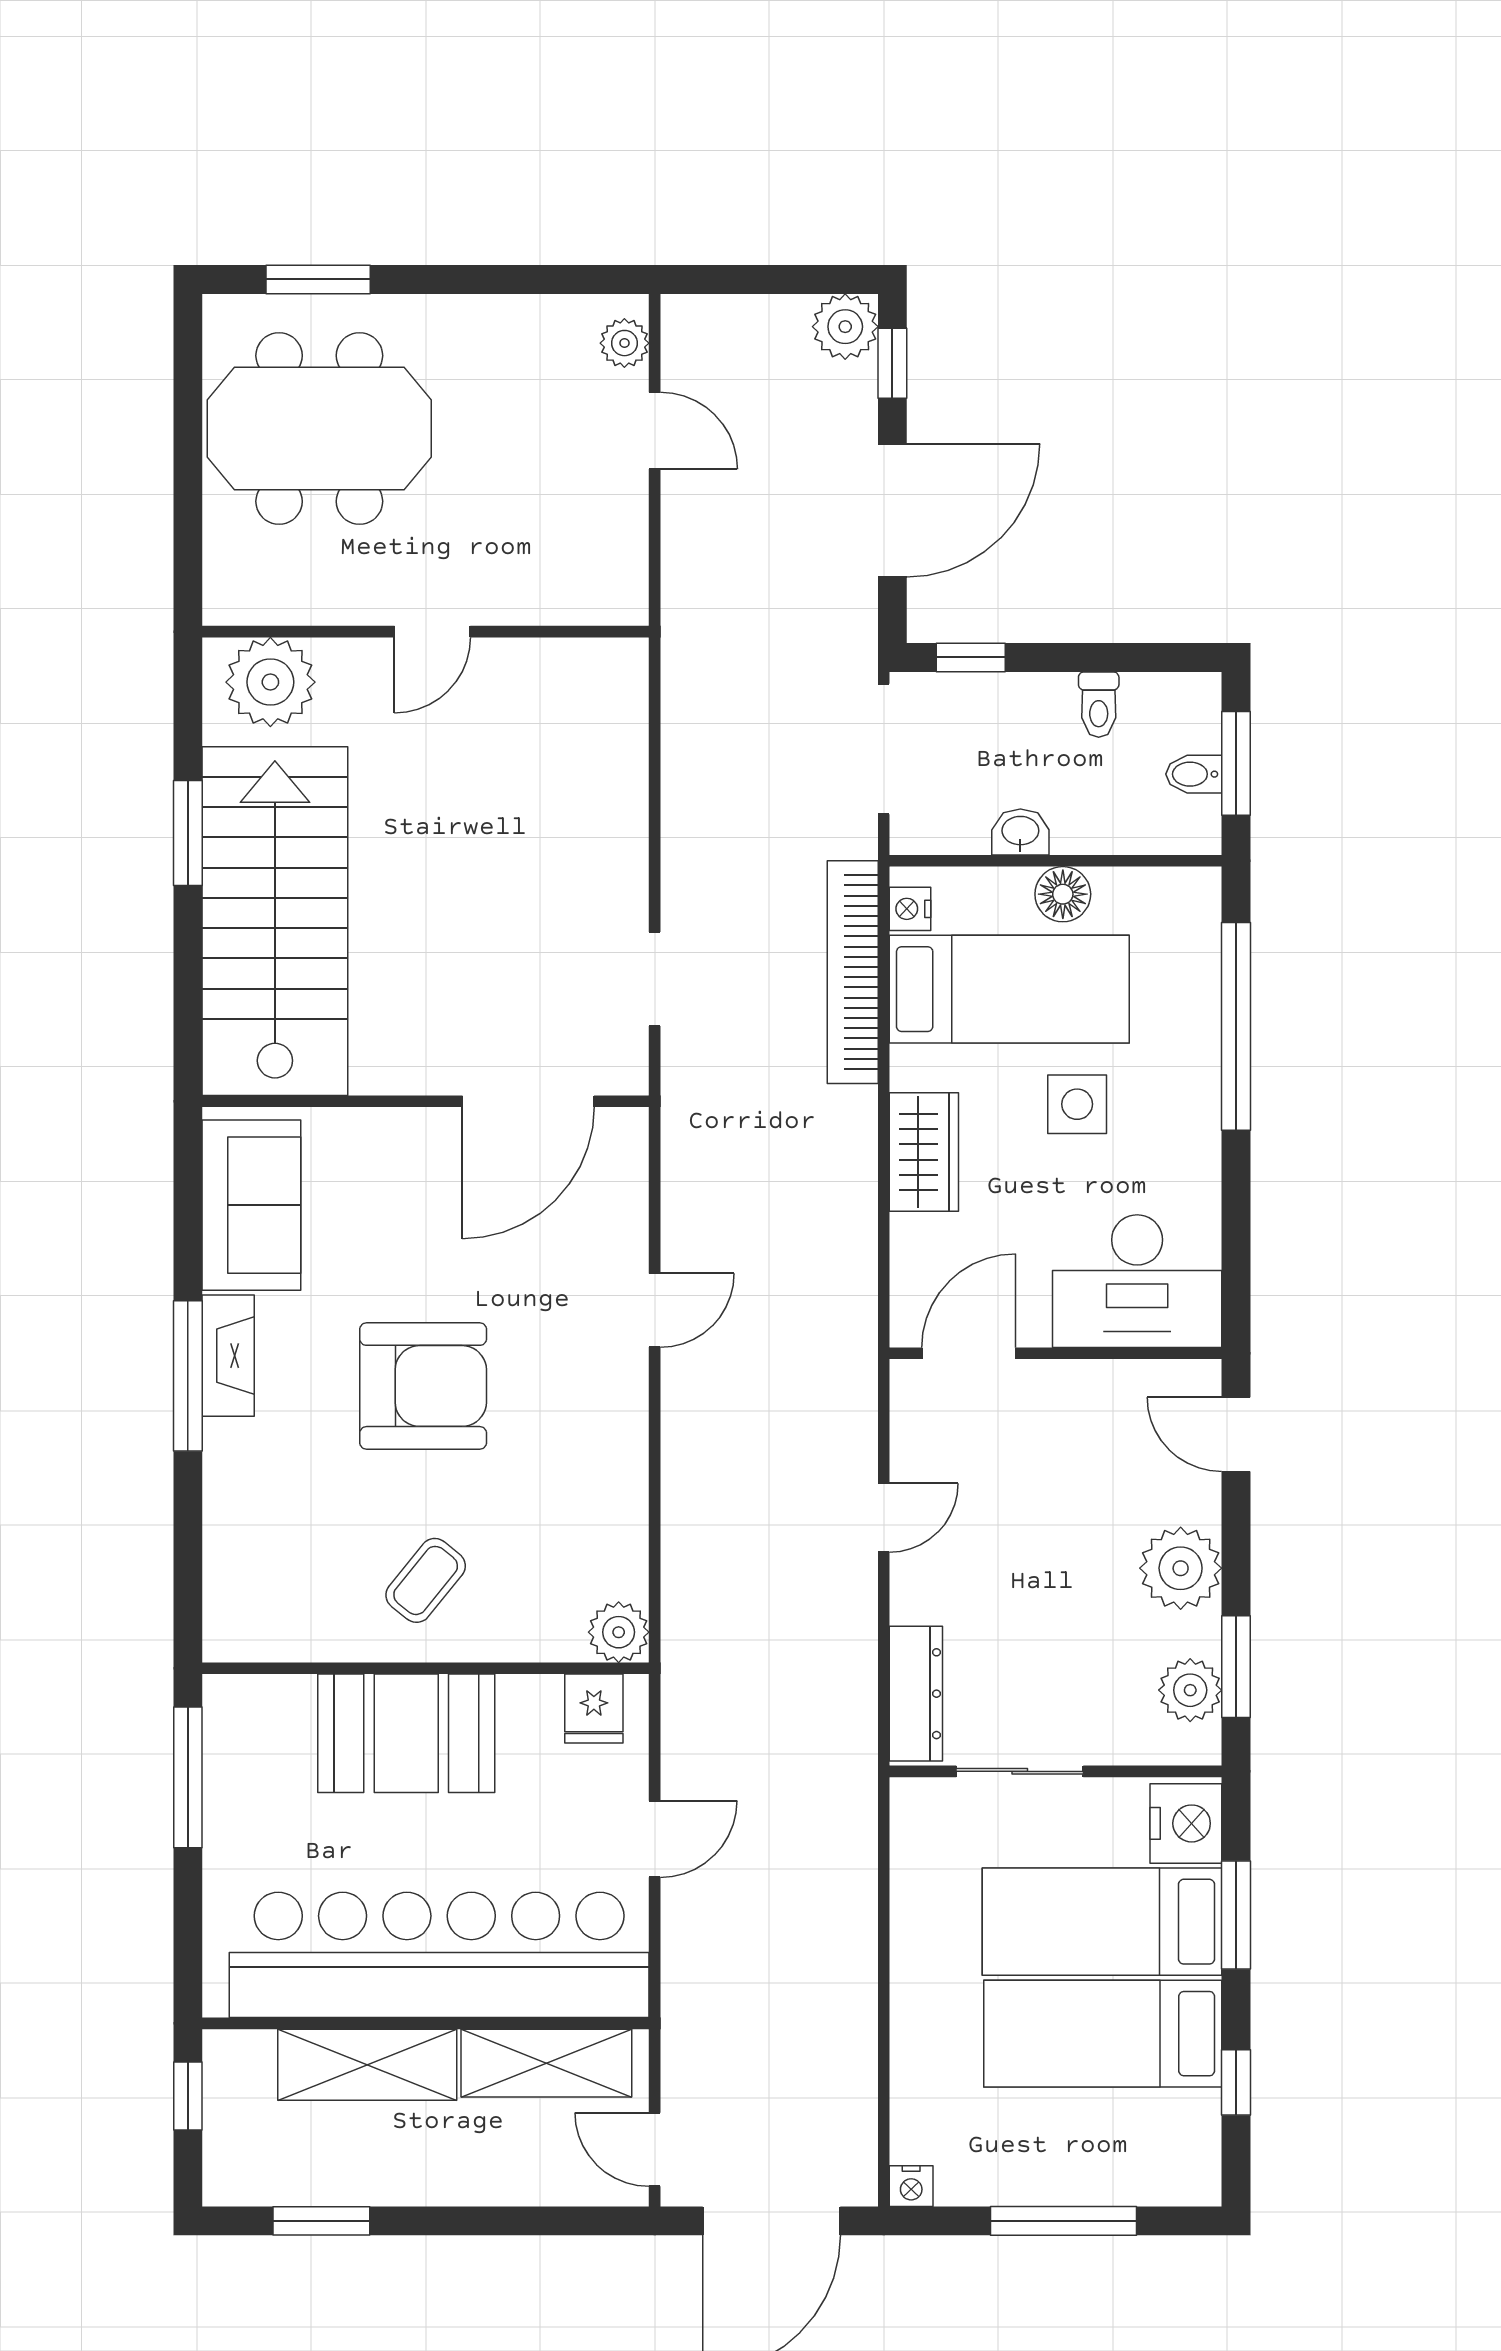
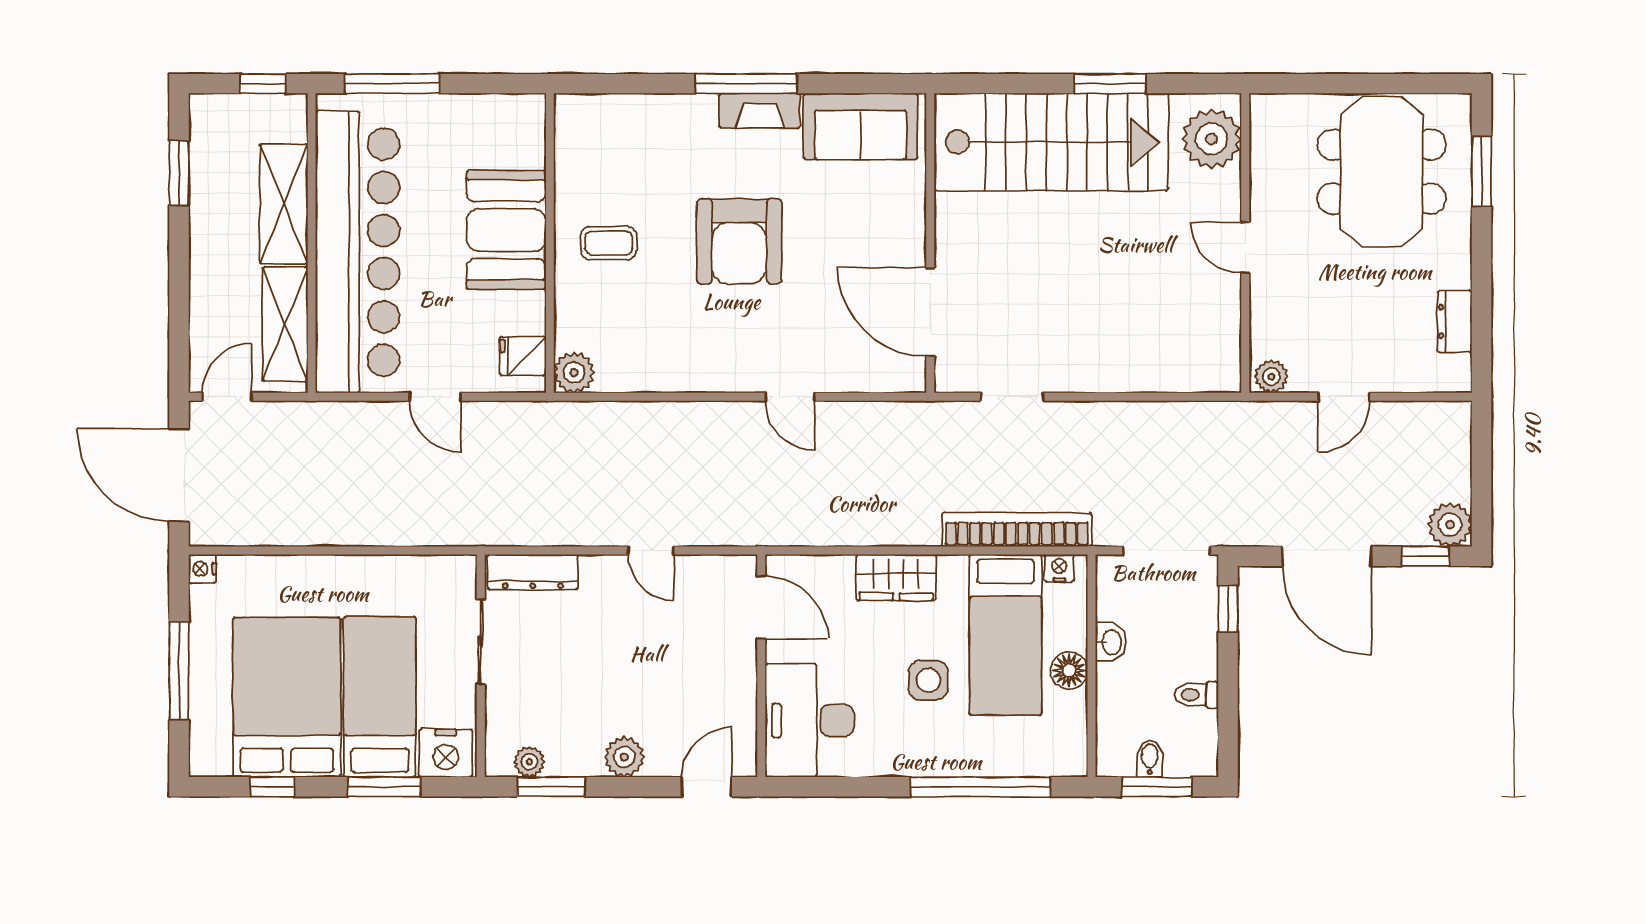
dresser: (542, 320) -> (1455, 321), added
plant: (624, 343) -> (1271, 377), moved
door: (655, 431) -> (1344, 397), moved
plant: (1181, 1568) -> (624, 757), width x0.73, depth x0.73
coffee table: (426, 1580) -> (609, 243), turned -39
plant: (1190, 1690) -> (529, 762), width x0.73, depth x0.73
window: (188, 1777) -> (392, 84), moved
bed: (1103, 2034) -> (287, 697), width x1.50

